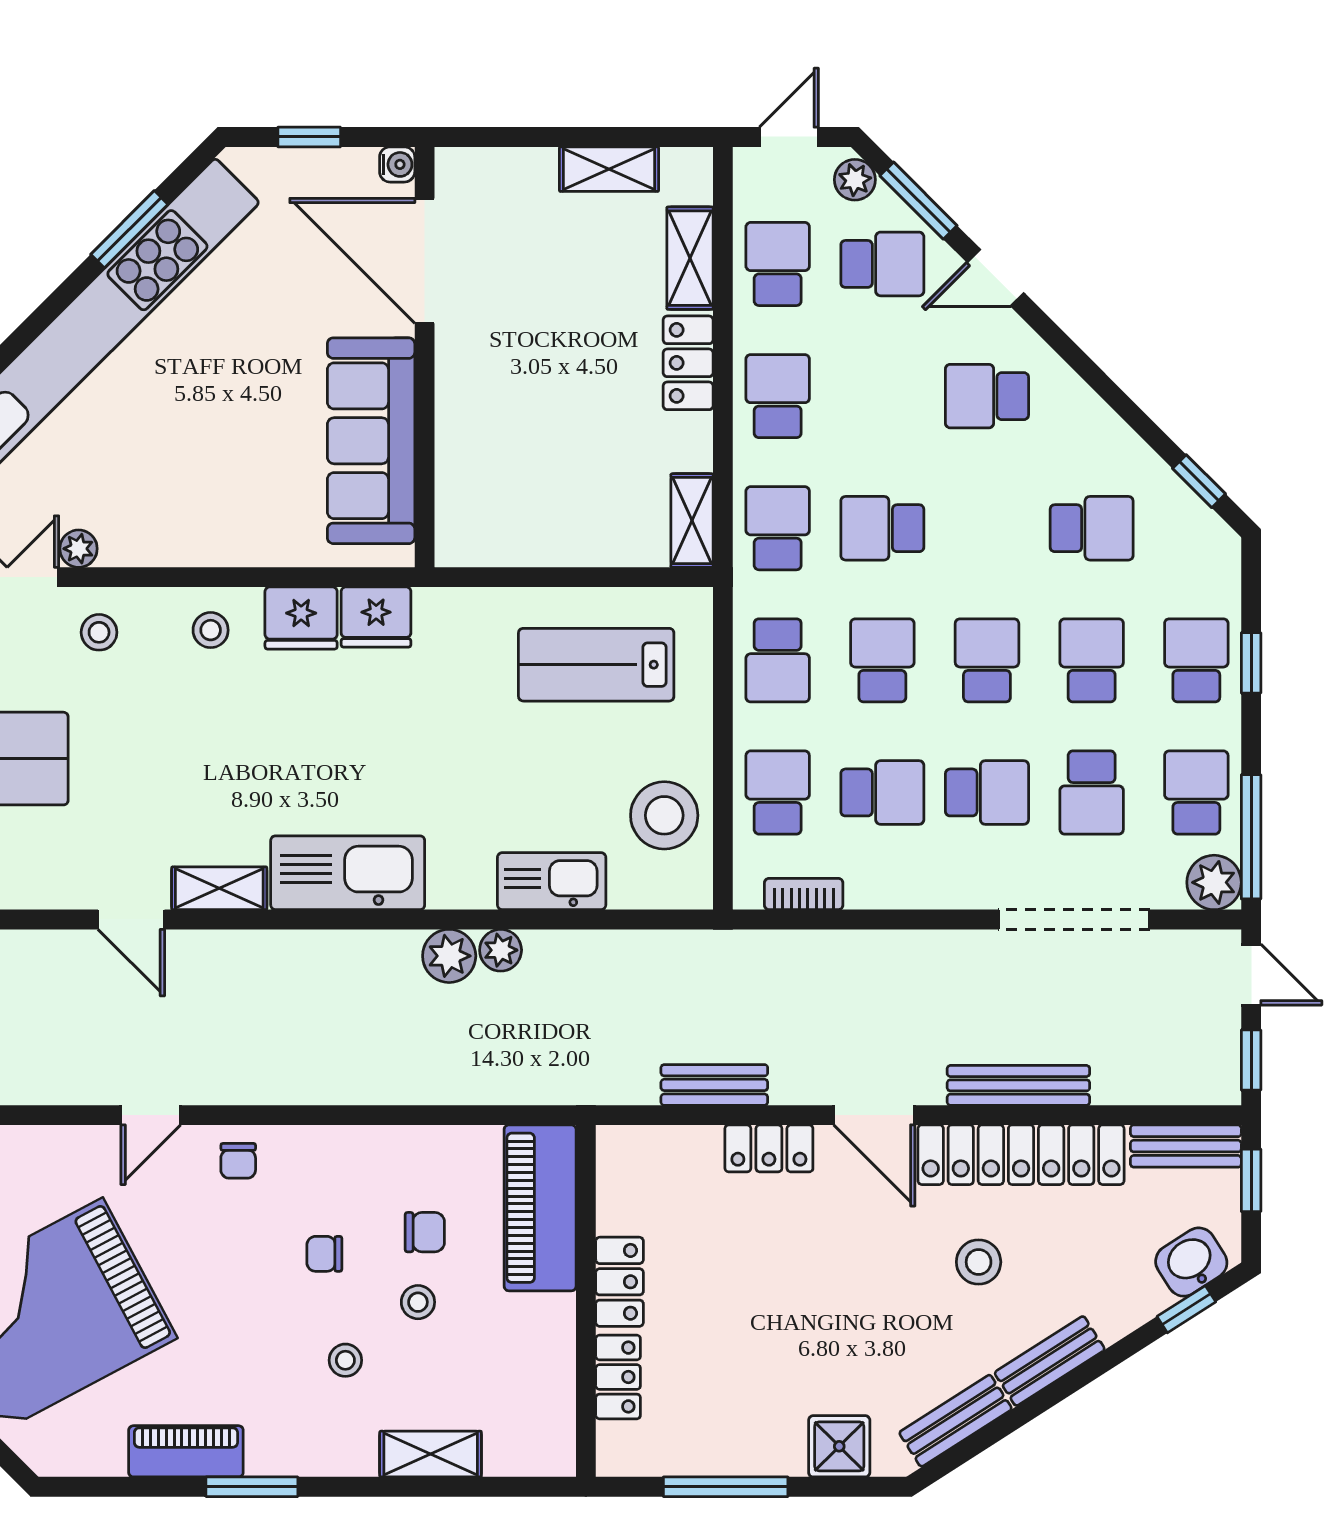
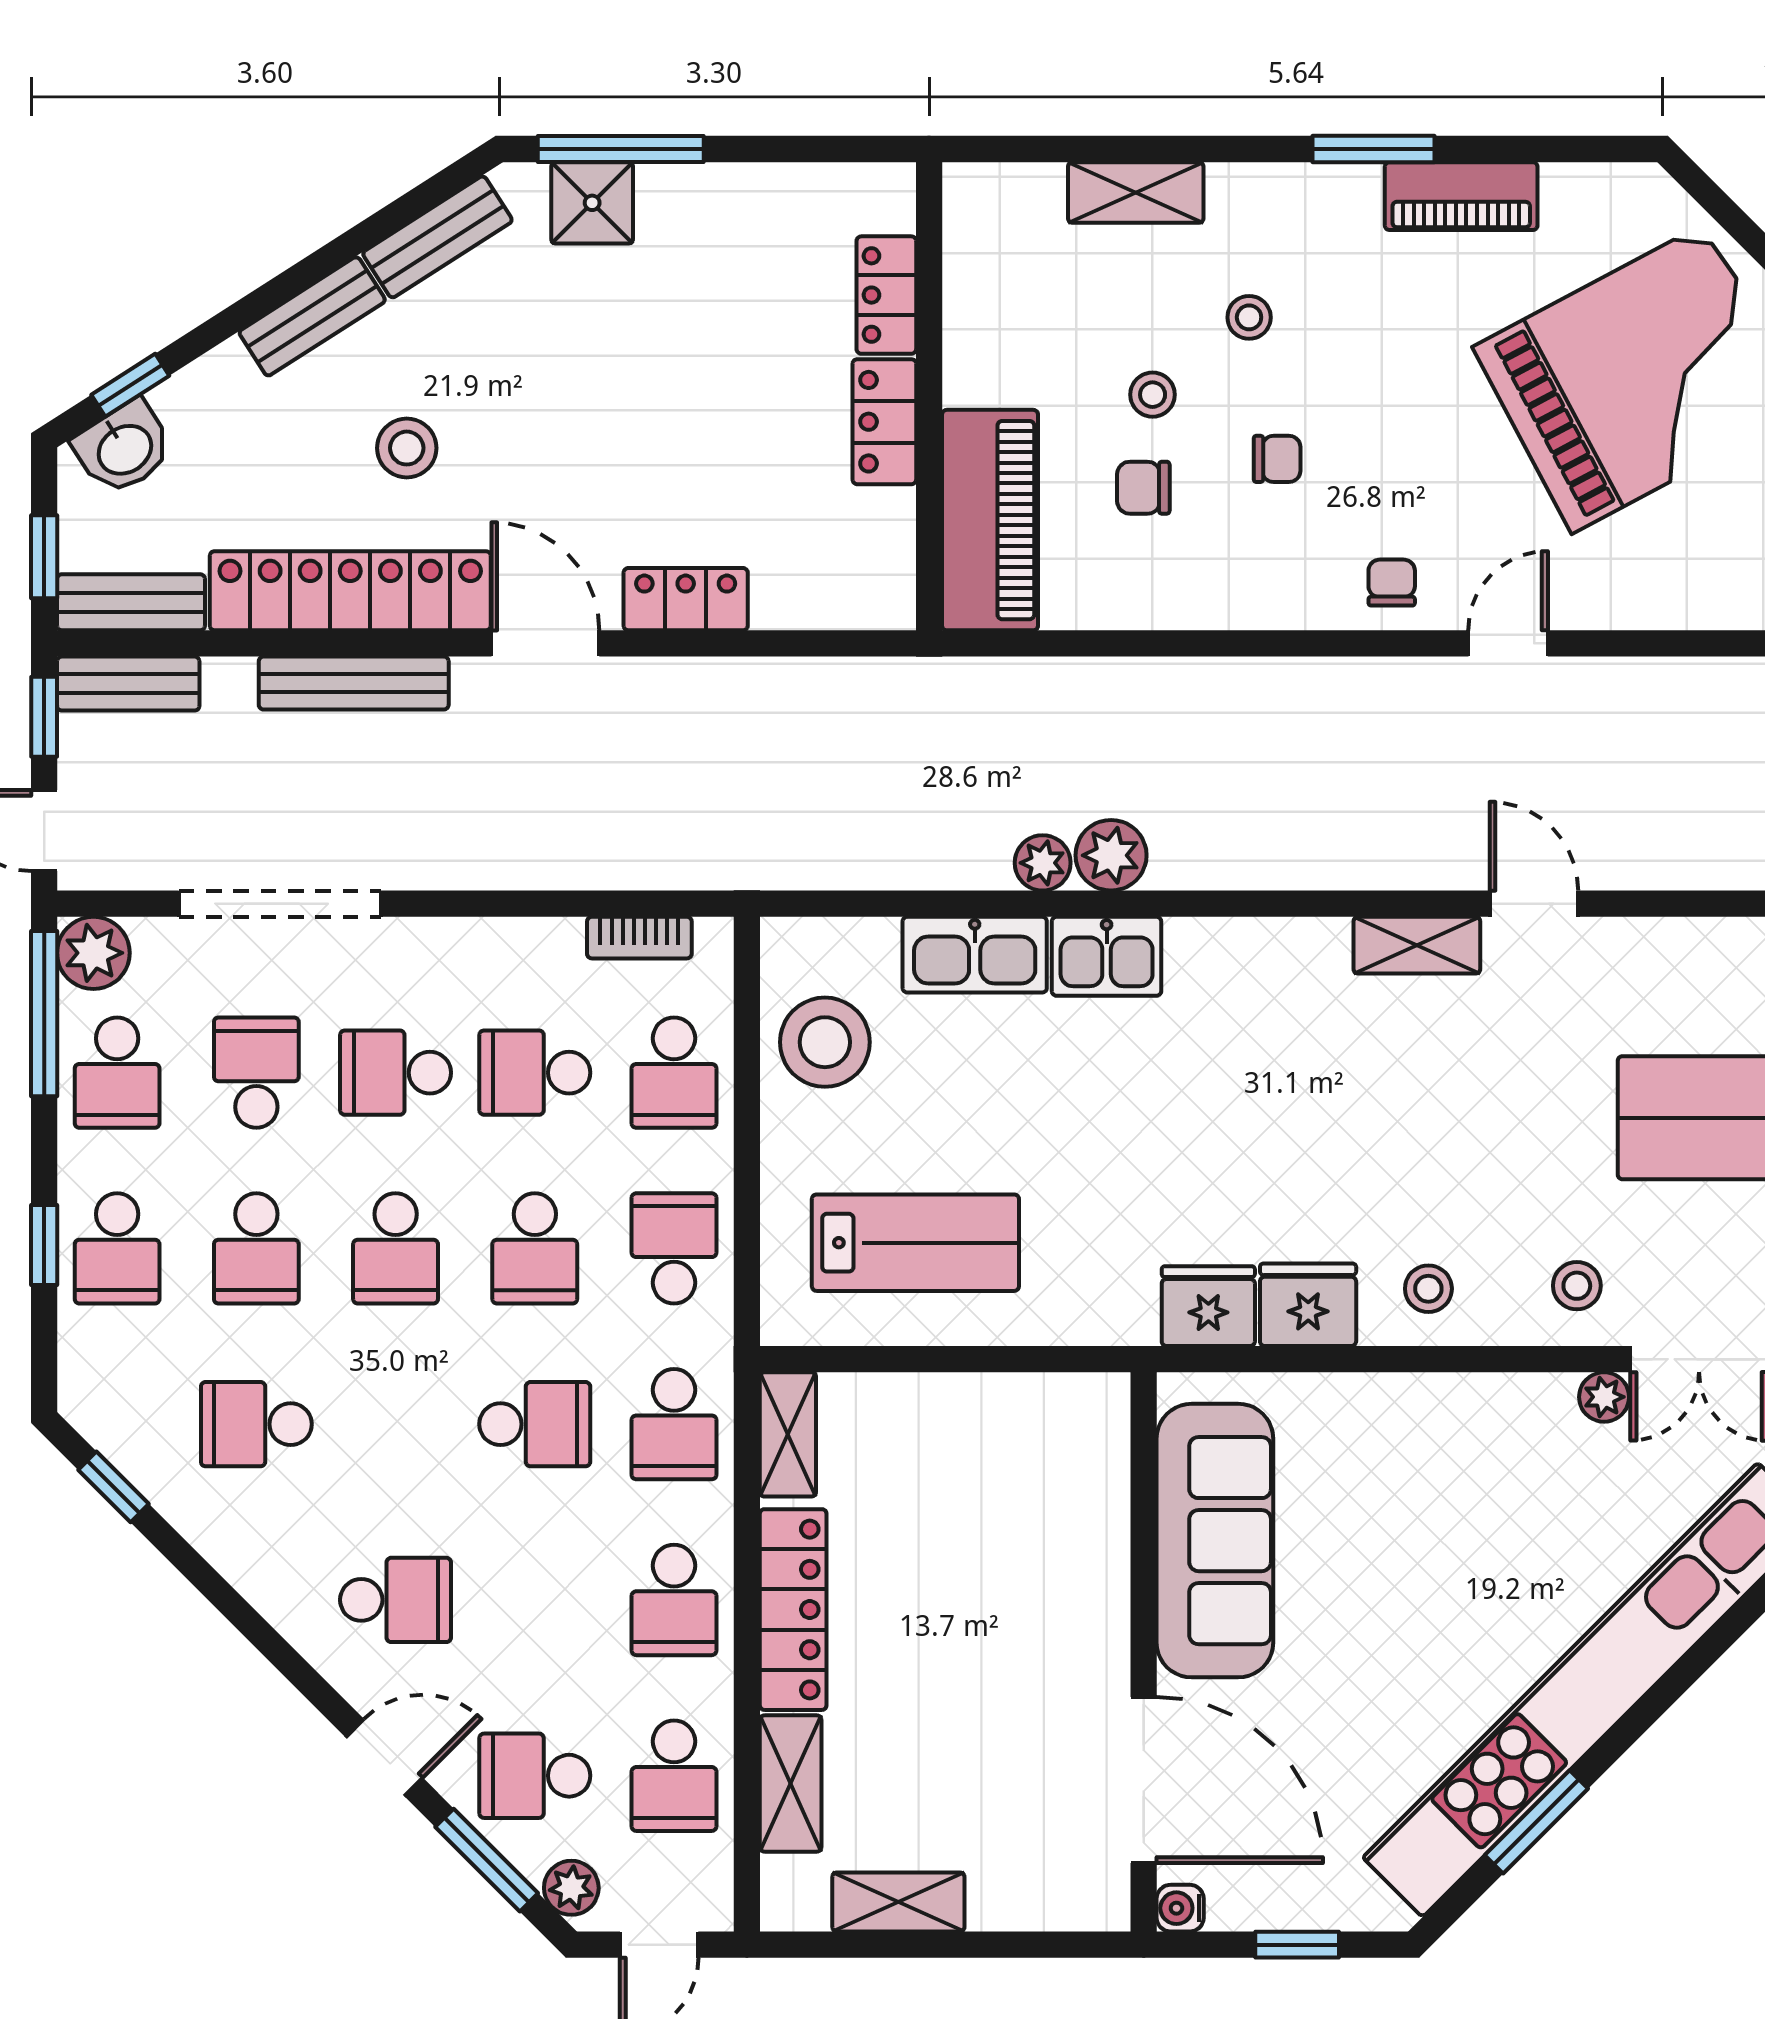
locker: (688, 363) -> (793, 1610), width x1.53
kitchen sink: (348, 873) -> (1107, 956), moved, width x0.53, depth x0.81
bench: (714, 1085) -> (128, 684), moved
window: (726, 1487) -> (621, 149), moved

